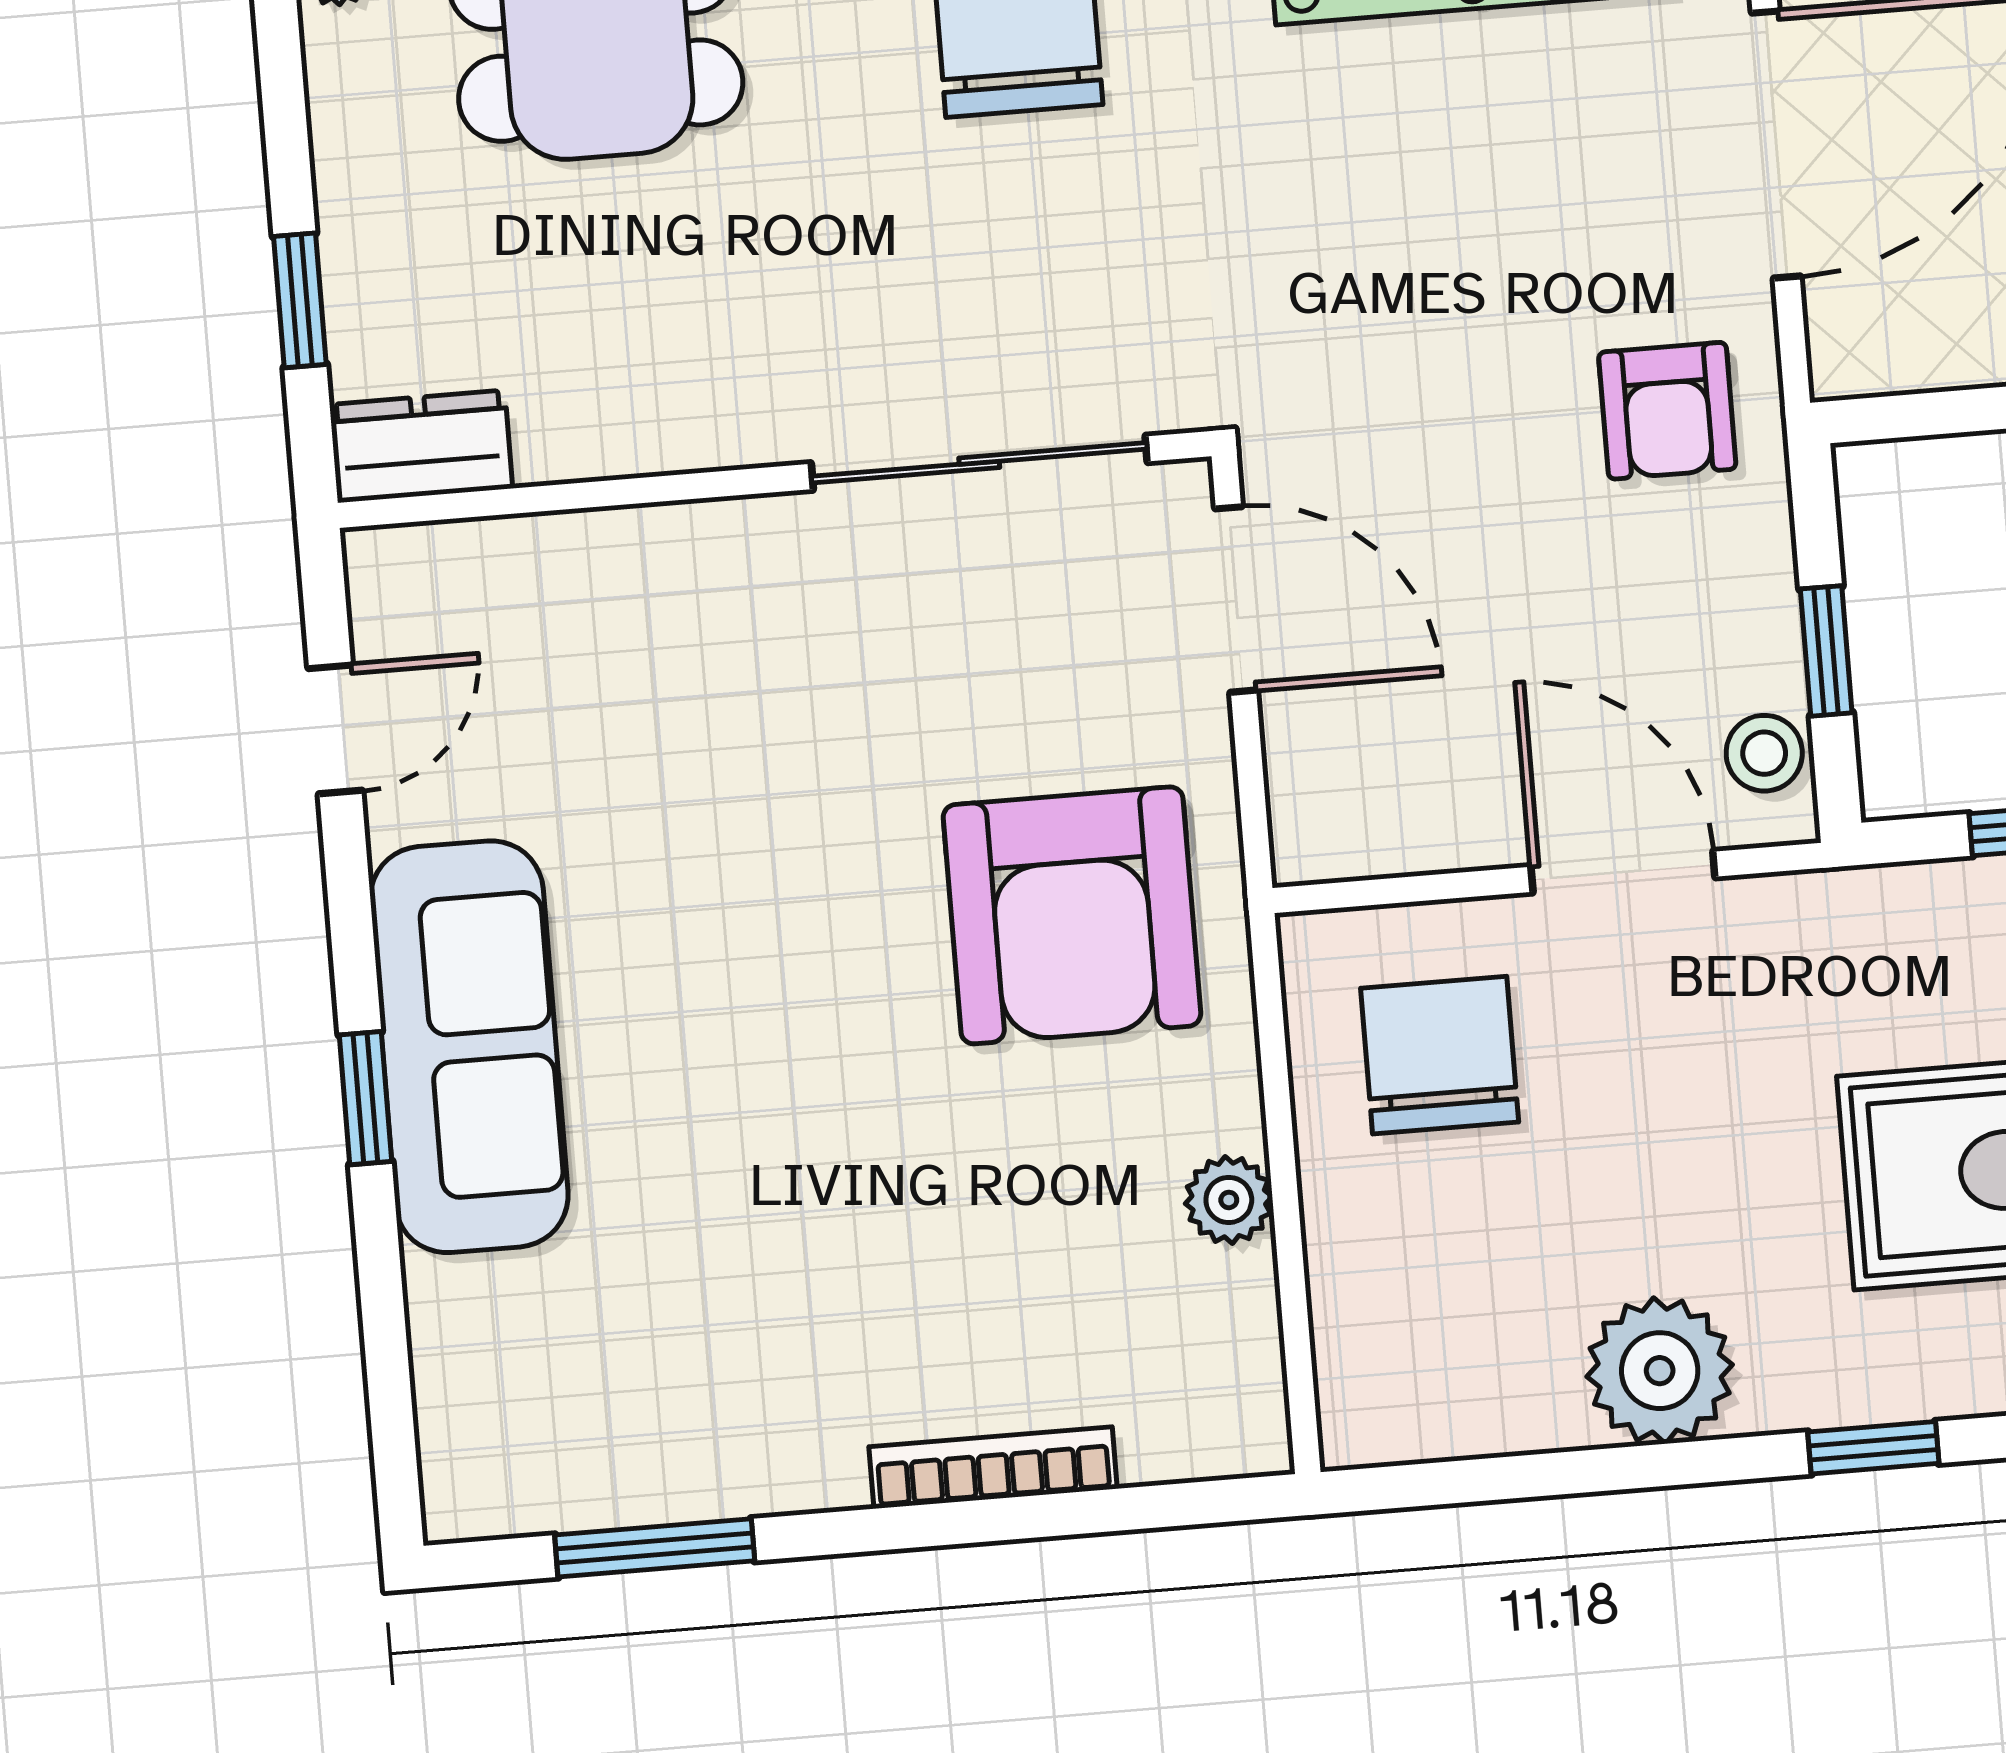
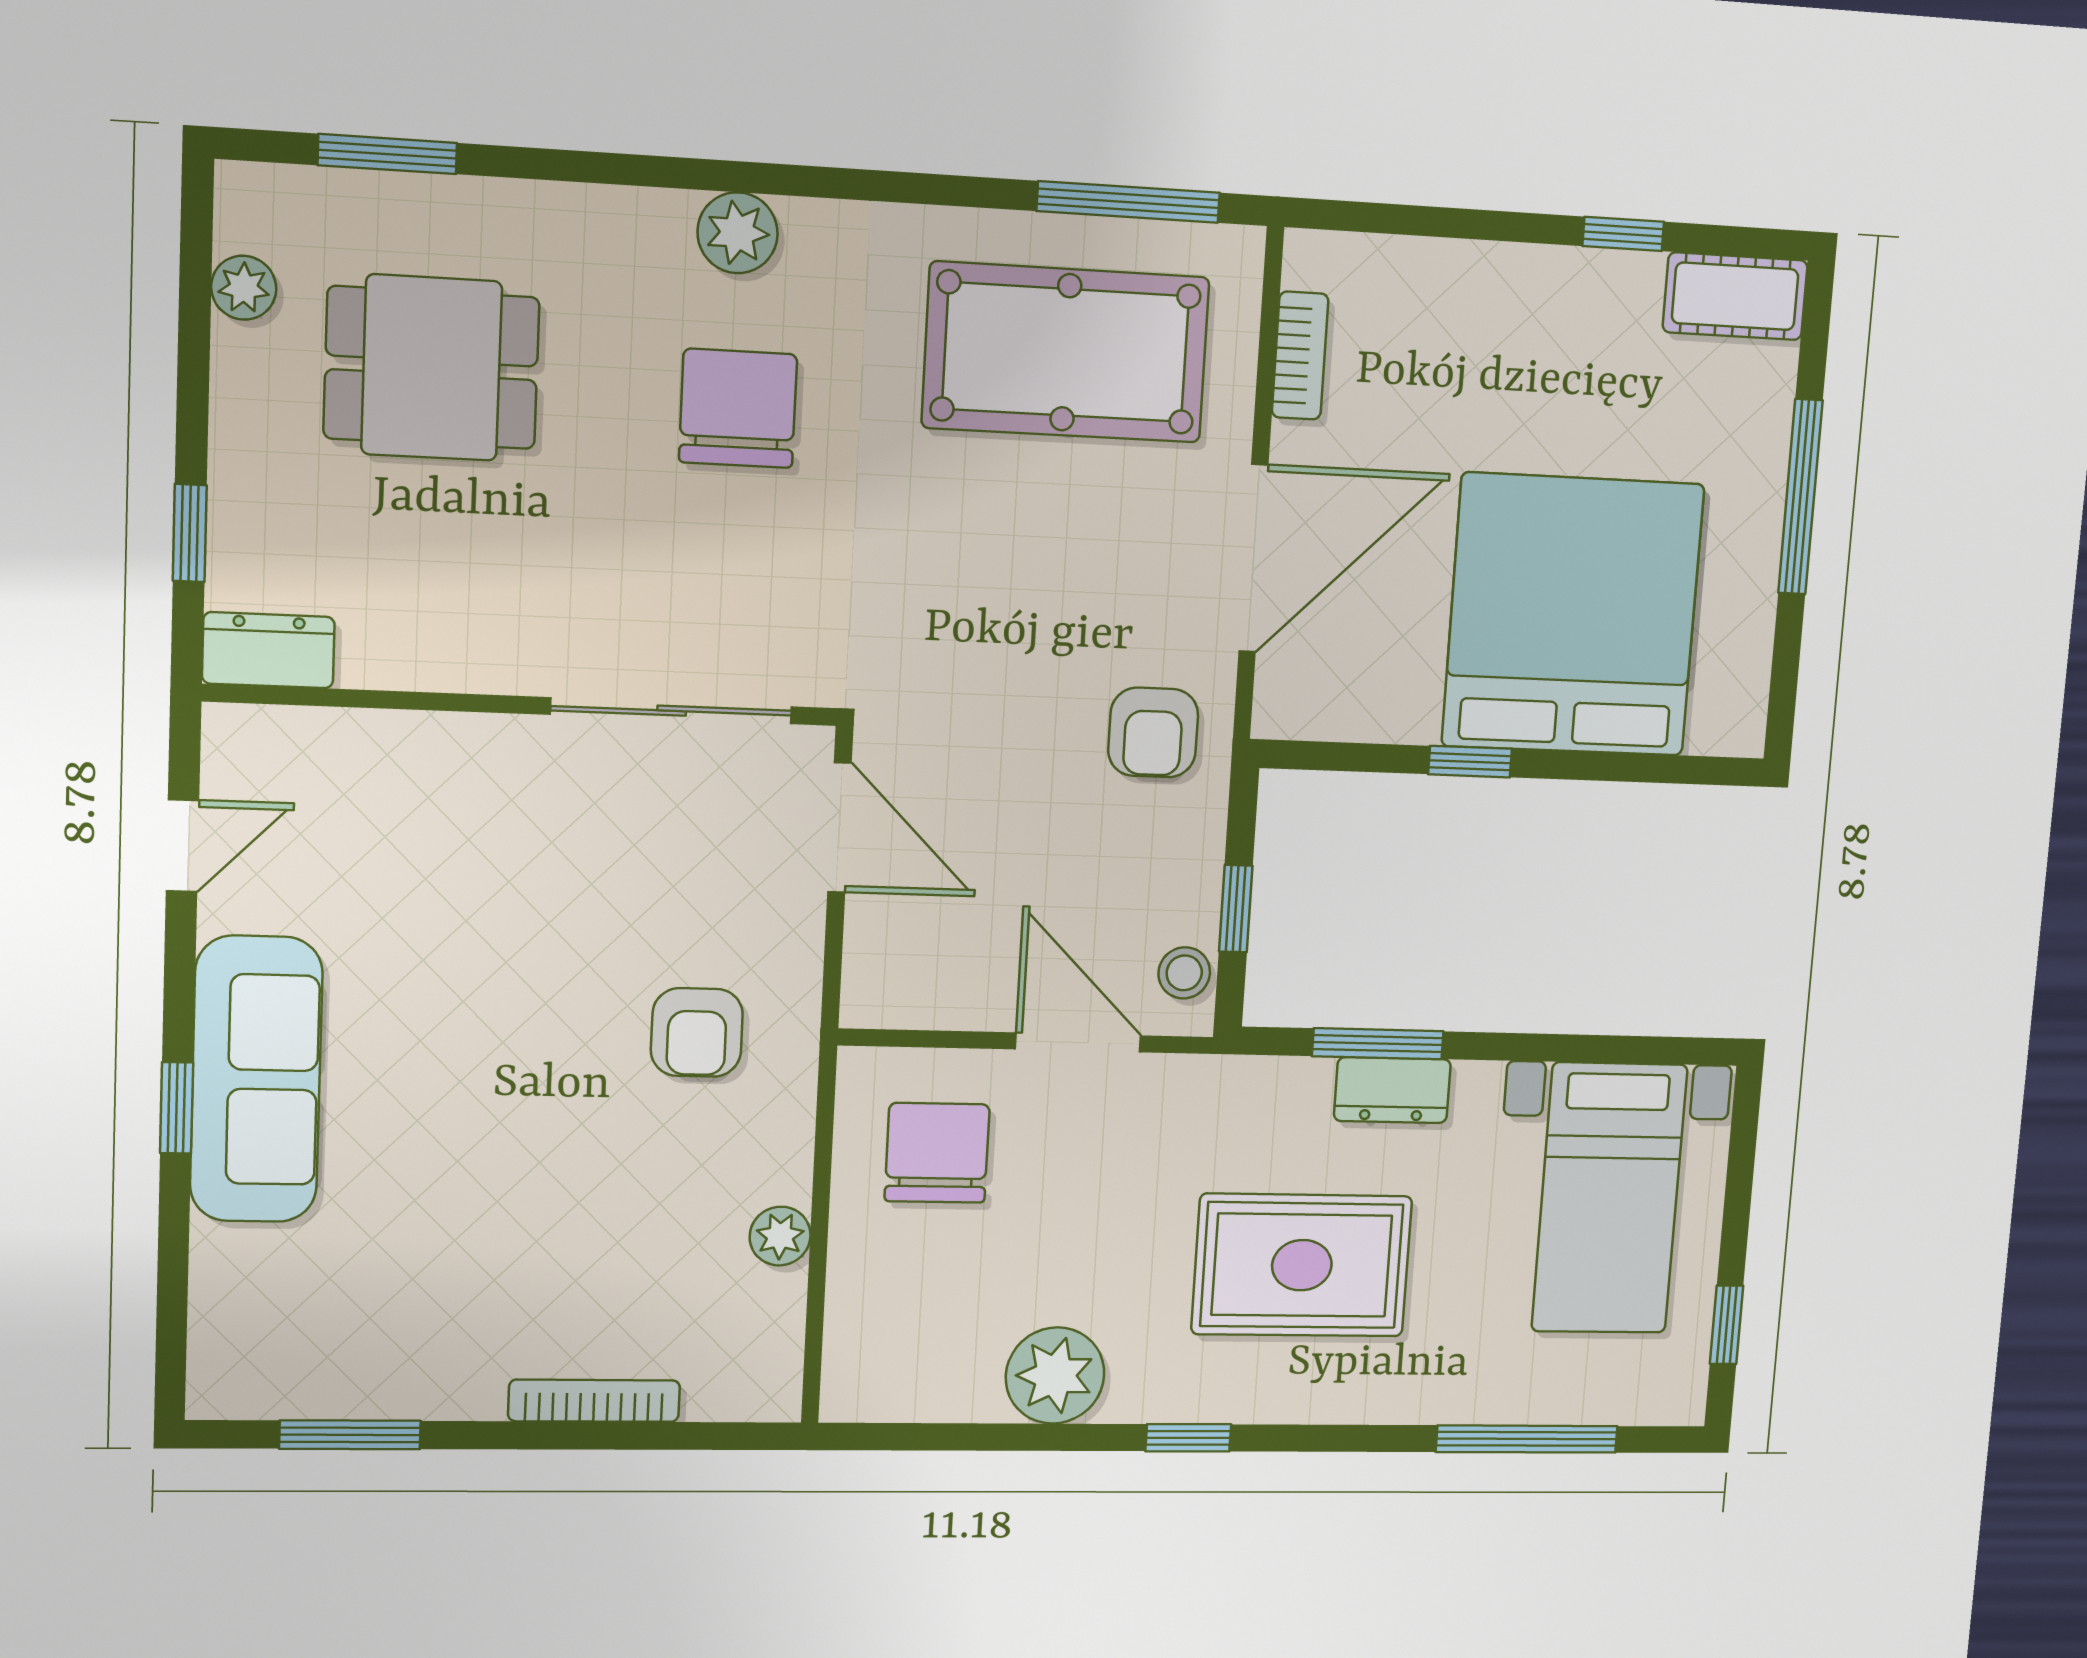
armchair: (1072, 915) -> (697, 1032), width x0.53, depth x0.53

